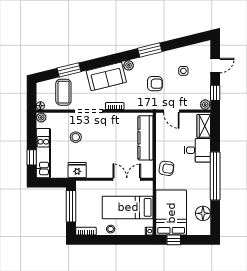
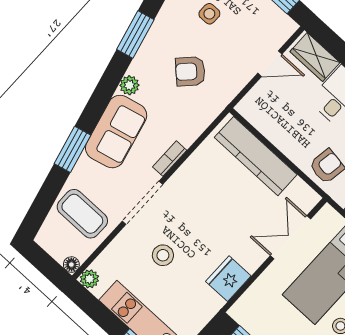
window: (69, 70) -> (72, 149), moved
armchair: (155, 84) -> (190, 71), turned -136
plant: (205, 105) -> (286, 27), removed
door: (171, 111) -> (270, 64), moved
fridge: (77, 170) -> (228, 279), moved

